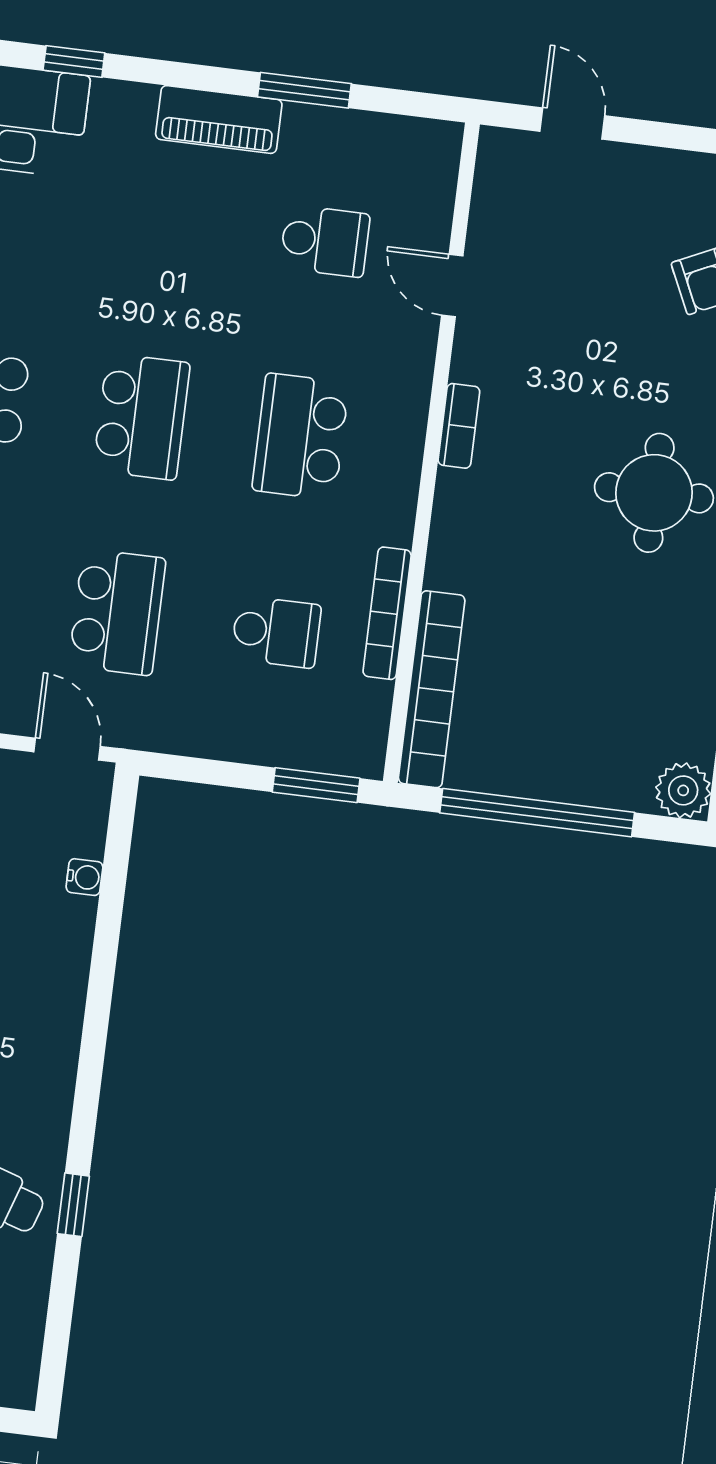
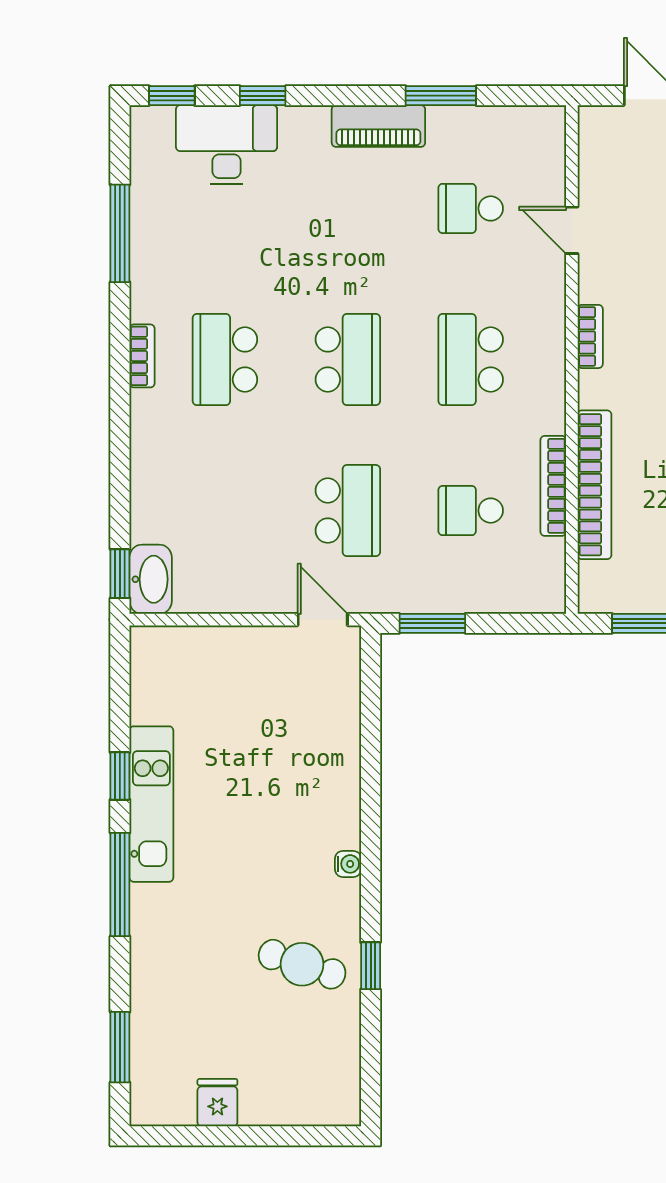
school desk: (325, 241) -> (471, 208), turned 180
school desk: (276, 632) -> (471, 511), turned 180
bookcase: (432, 689) -> (594, 485), moved
window: (316, 785) -> (432, 623), moved
water cooler: (84, 877) -> (348, 864), moved

